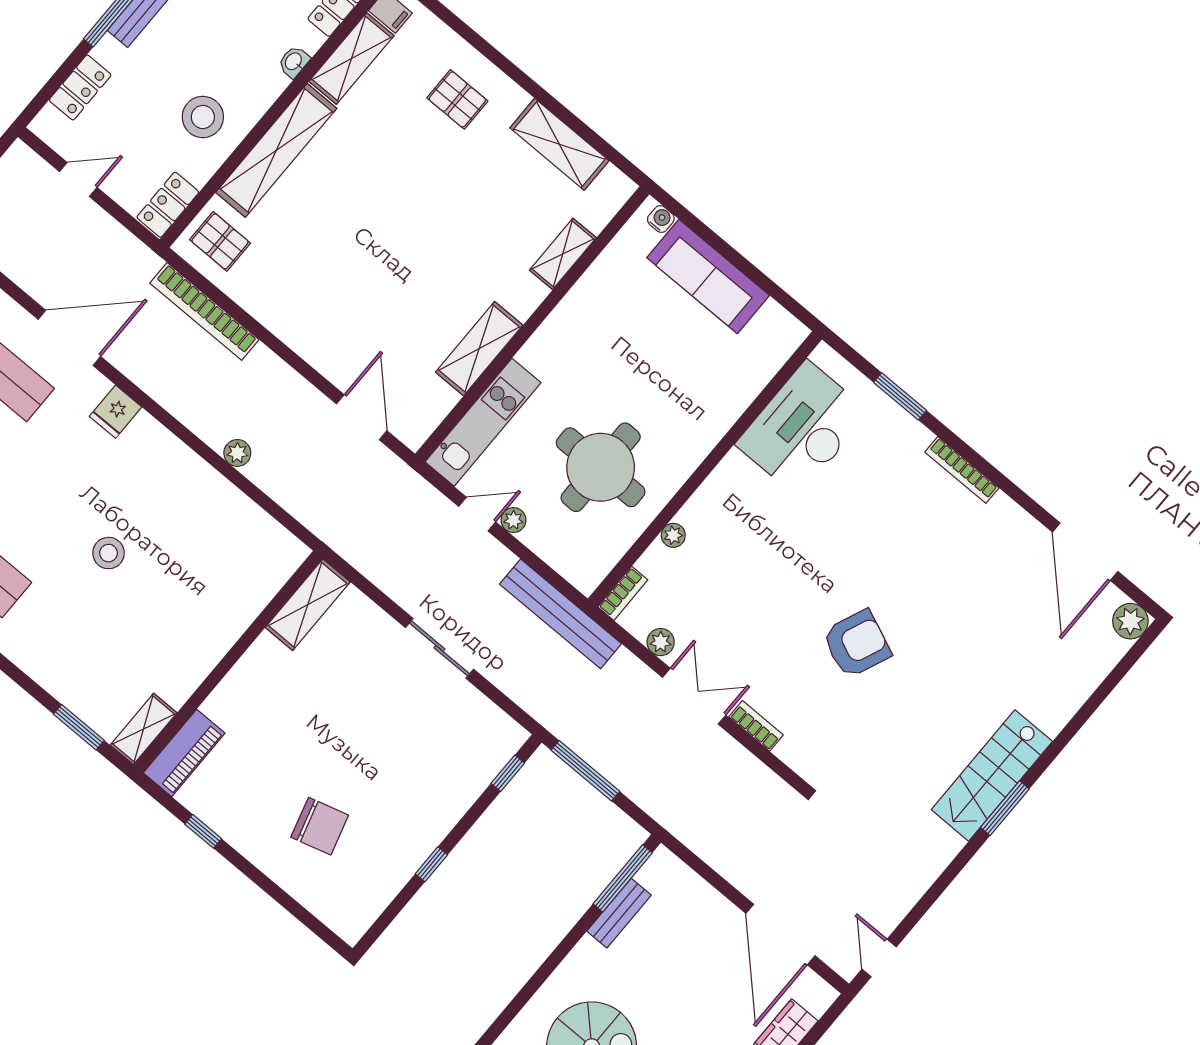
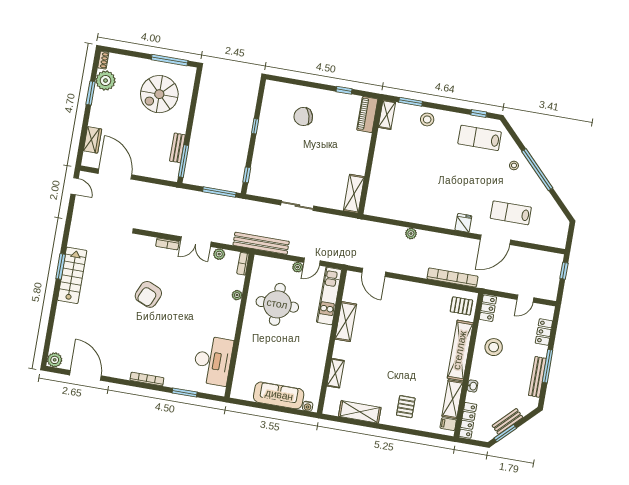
pallet: (457, 99) -> (406, 407), turned 90
stool: (109, 553) -> (427, 119), moved

